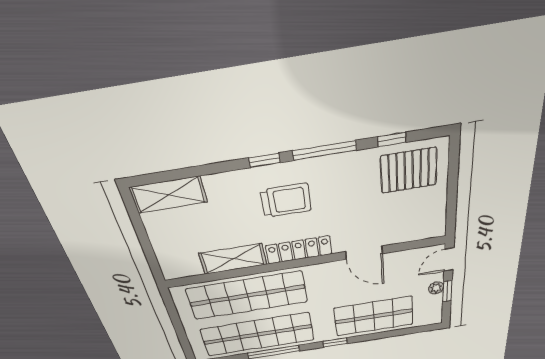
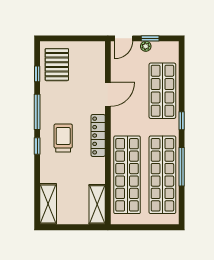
shelving: (233, 259) -> (97, 204), moved
door: (449, 260) -> (124, 38), hinge flipped

